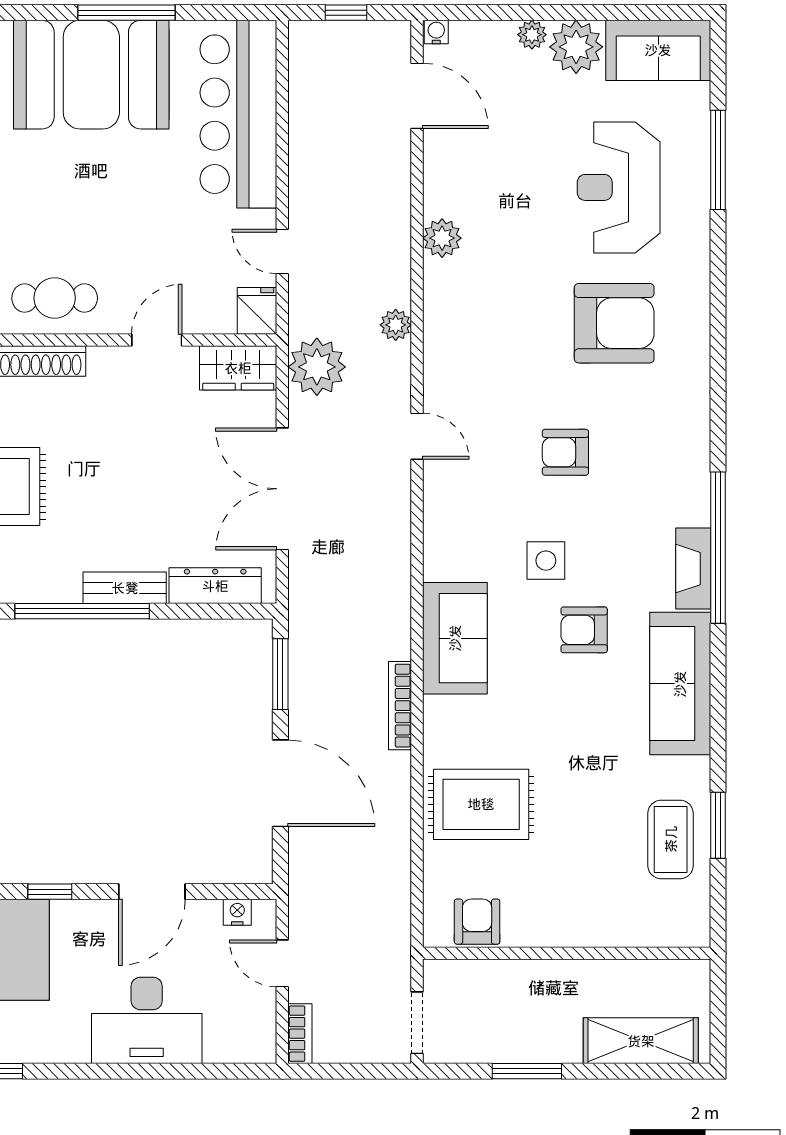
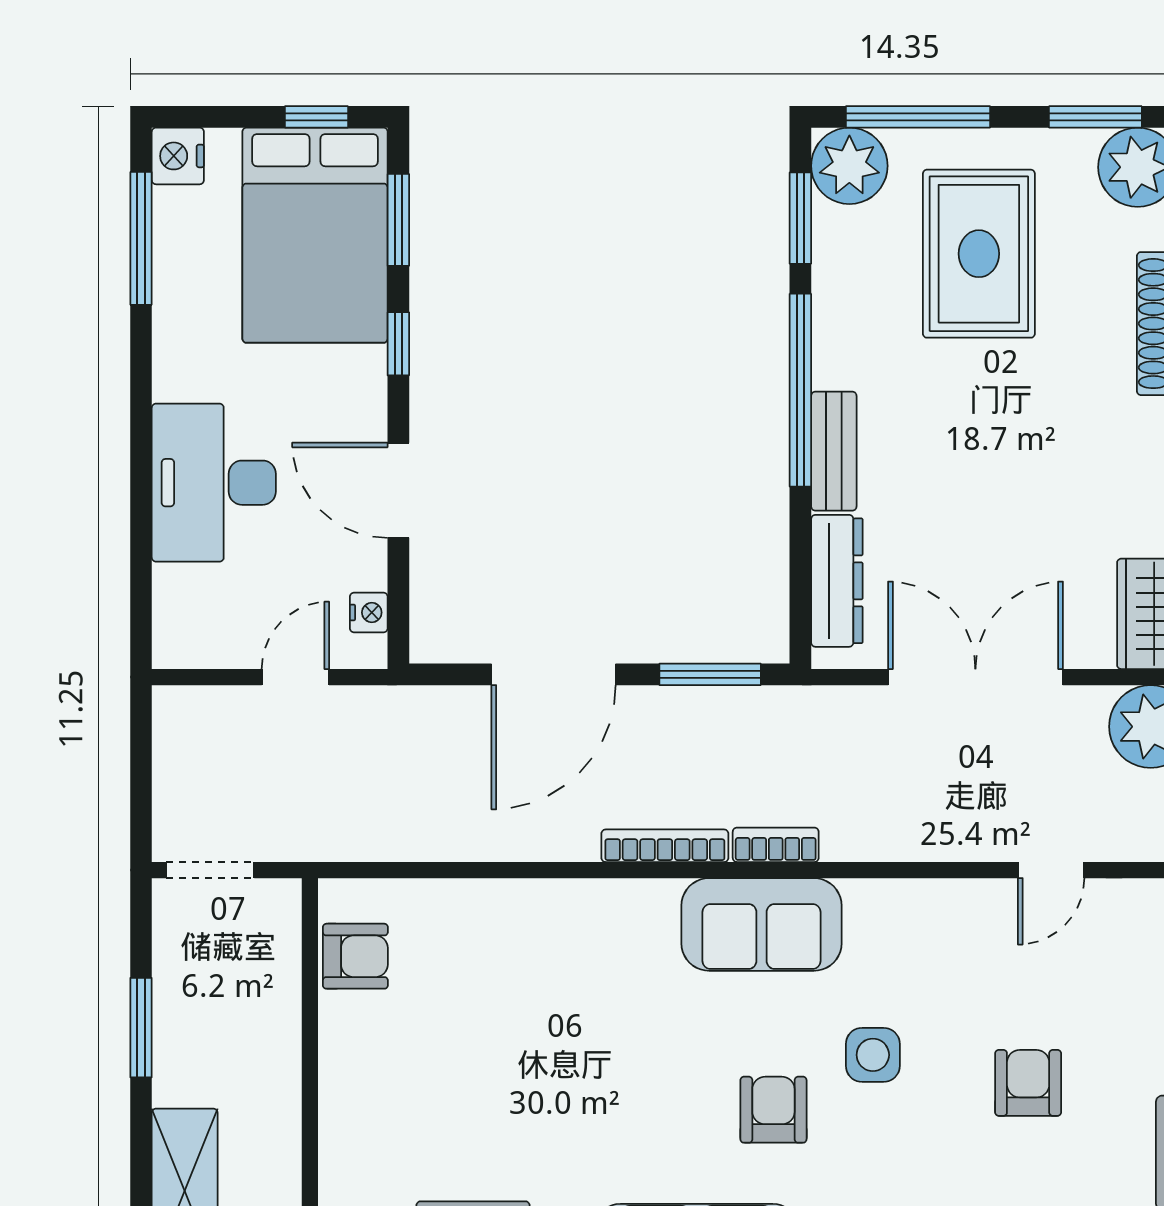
rug: (481, 804) -> (523, 962), removed
bookcase: (300, 1034) -> (776, 845), moved, turned 180

